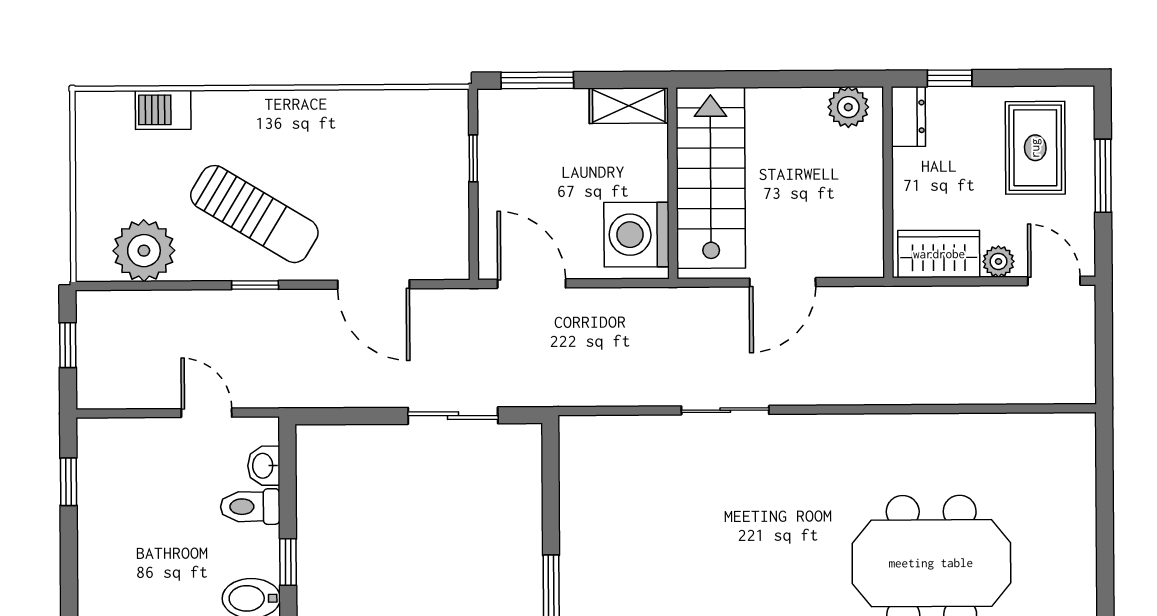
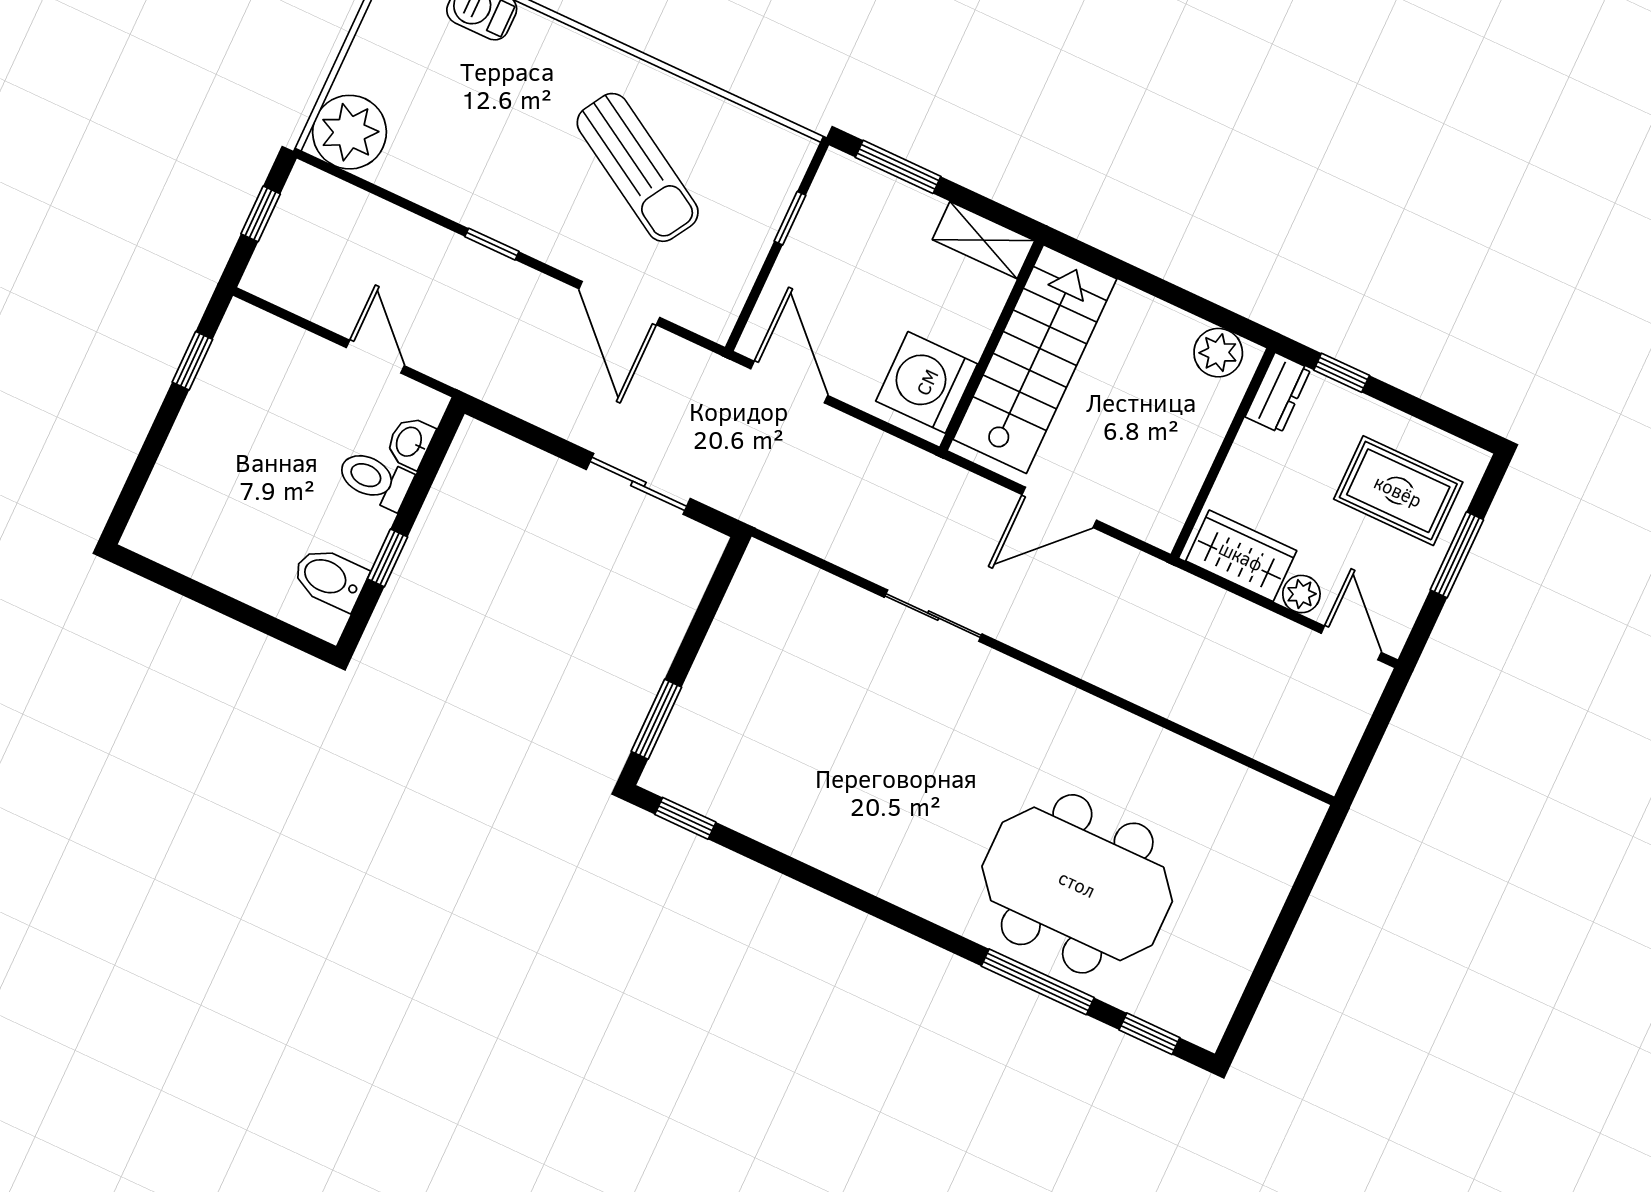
rug: (1035, 148) -> (1398, 491), turned 90
sun lounger: (254, 214) -> (638, 167), moved
plant: (144, 251) -> (350, 132), moved

